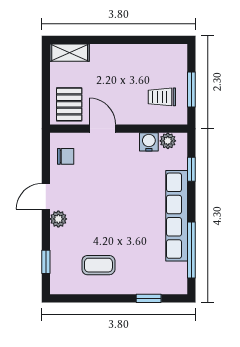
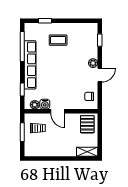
door: (103, 129) -> (58, 111), moved
coffee table: (98, 265) -> (58, 40), moved

